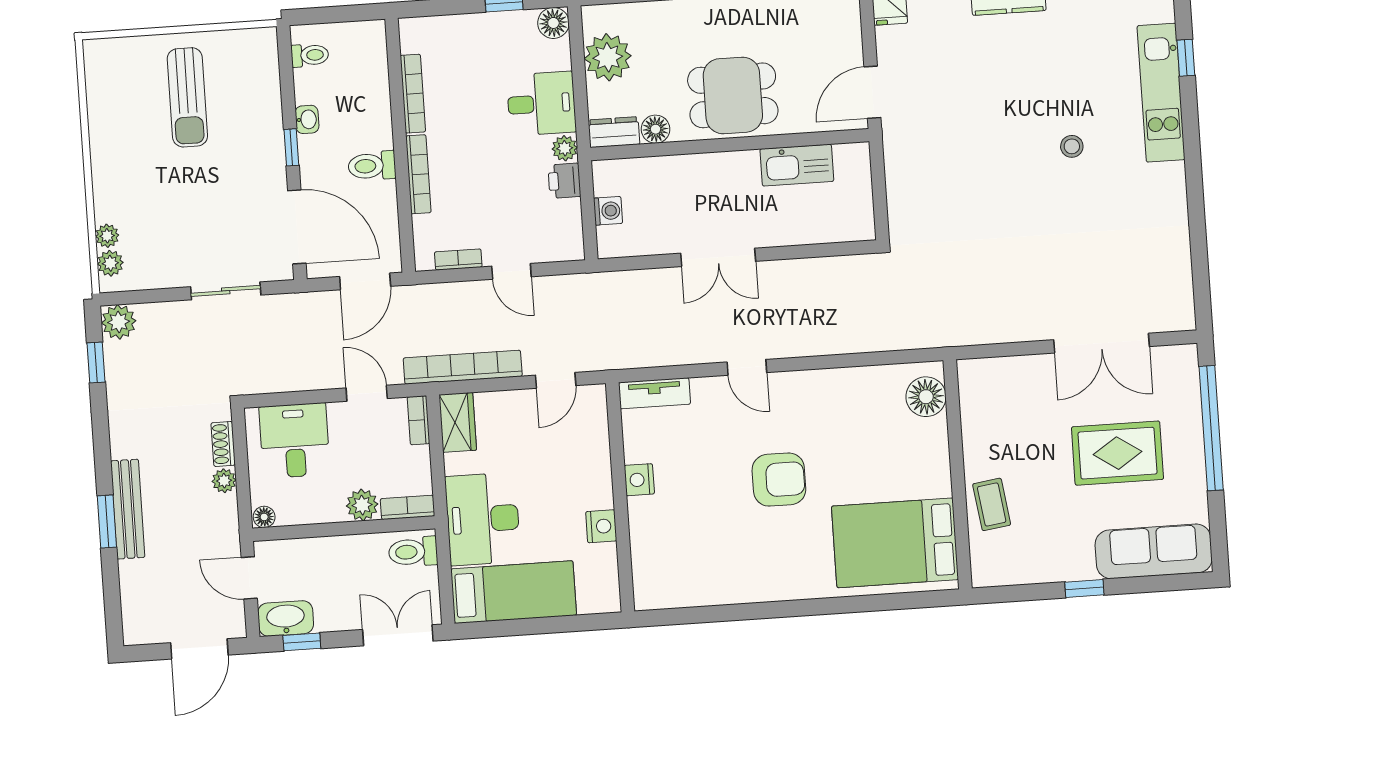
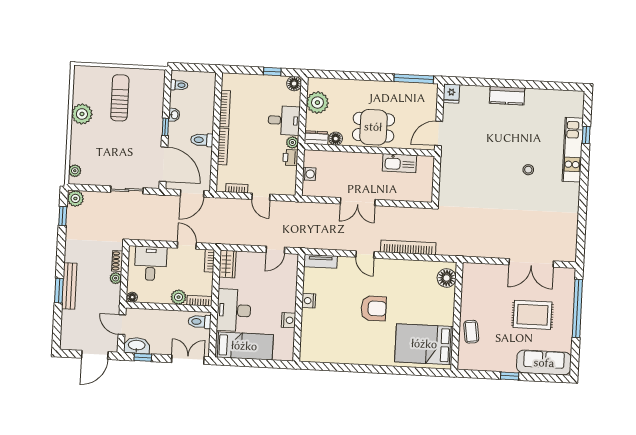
sun lounger: (187, 97) -> (120, 98), turned 180
plant: (107, 236) -> (82, 114), moved, width x1.88, depth x1.88
bookcase: (463, 367) -> (408, 247), moved

